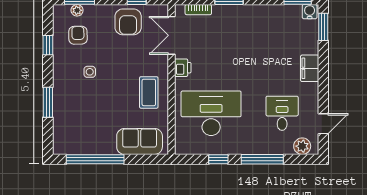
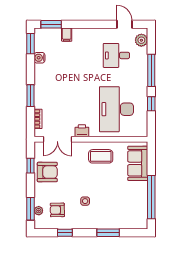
water cooler: (310, 12) -> (39, 58), moved
filing cabinet: (310, 68) -> (67, 35), moved, width x0.50

